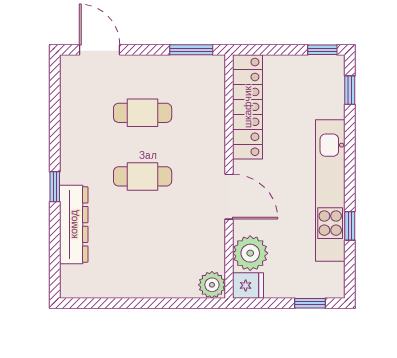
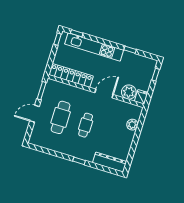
door: (99, 50) -> (35, 114), moved
cafe table: (143, 113) -> (61, 117), width x1.37, depth x1.35
kitchen unit: (330, 190) -> (94, 47), moved
dresser: (74, 224) -> (110, 162), moved
plant: (212, 285) -> (132, 125), moved

